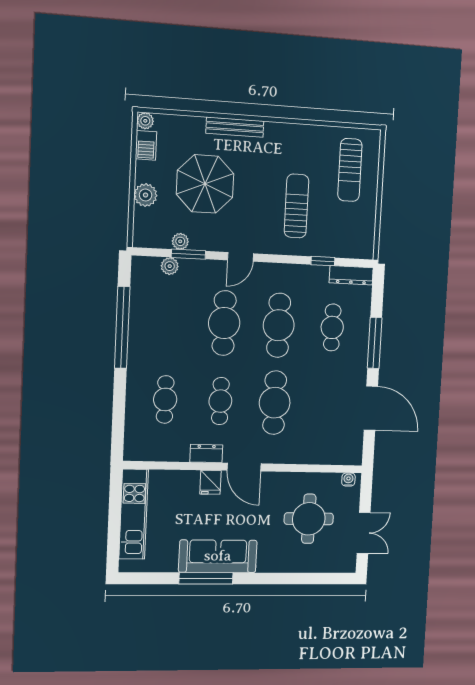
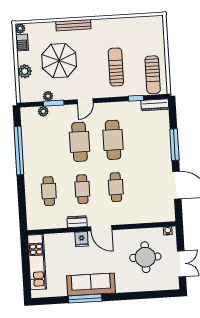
sun lounger: (350, 170) -> (153, 75), moved
cafe table: (332, 327) -> (147, 138), removed
cafe table: (275, 403) -> (116, 187), width x0.73, depth x0.74

